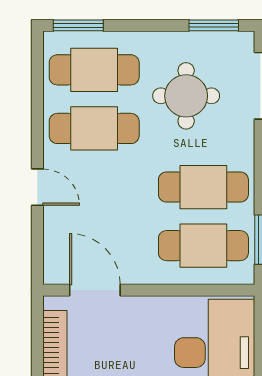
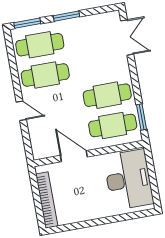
window: (214, 25) -> (66, 16), moved
round table: (186, 96) -> (90, 50), removed
door: (95, 290) -> (74, 156), moved

